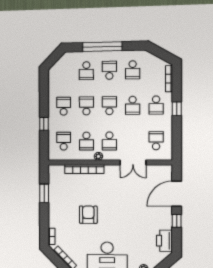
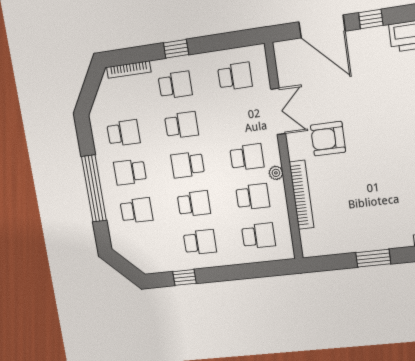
school desk: (64, 106) -> (200, 242), turned 180
school desk: (86, 106) -> (194, 204), turned 180
window: (44, 124) -> (184, 277), moved
school desk: (64, 141) -> (258, 236), turned 180
school desk: (156, 141) -> (235, 76), turned 180
window: (44, 193) -> (373, 258), moved
armchair: (88, 215) -> (328, 139), moved

